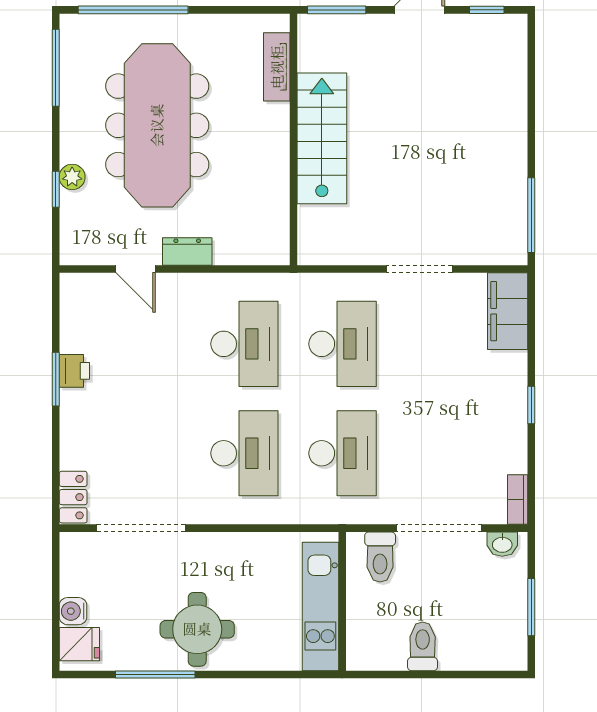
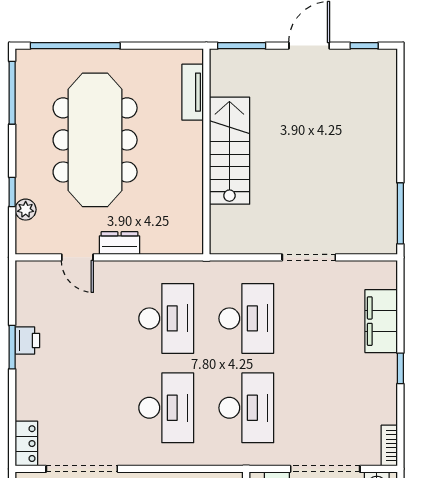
plant: (72, 177) -> (26, 210), moved
filing cabinet: (508, 311) -> (381, 321), moved

